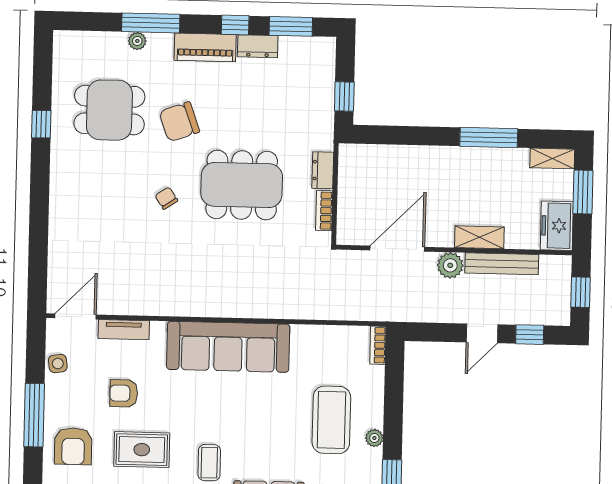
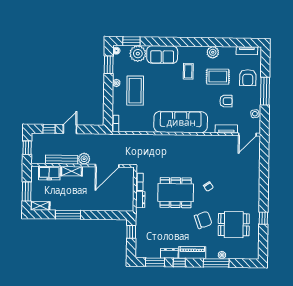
freezer: (557, 226) -> (49, 173), moved, turned 90
armchair: (73, 446) -> (248, 78), turned 180

